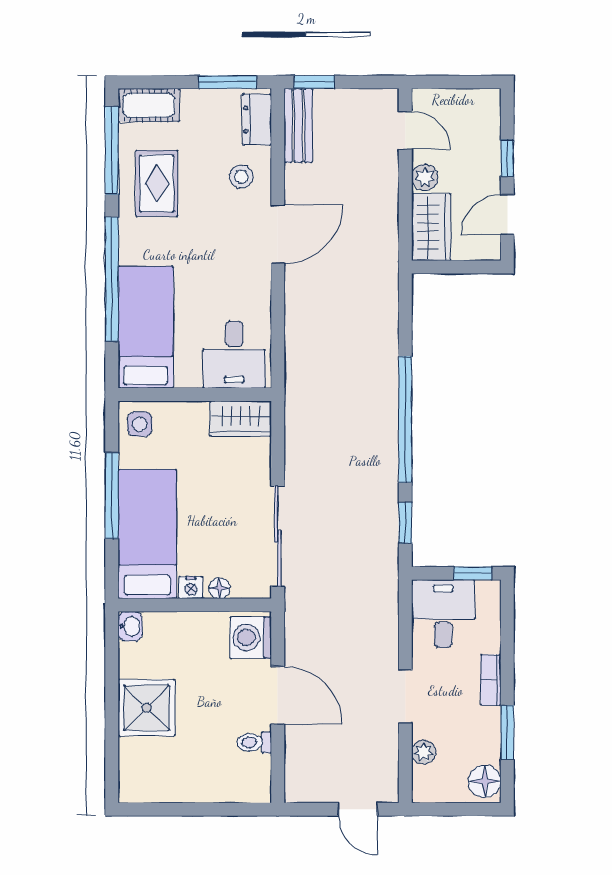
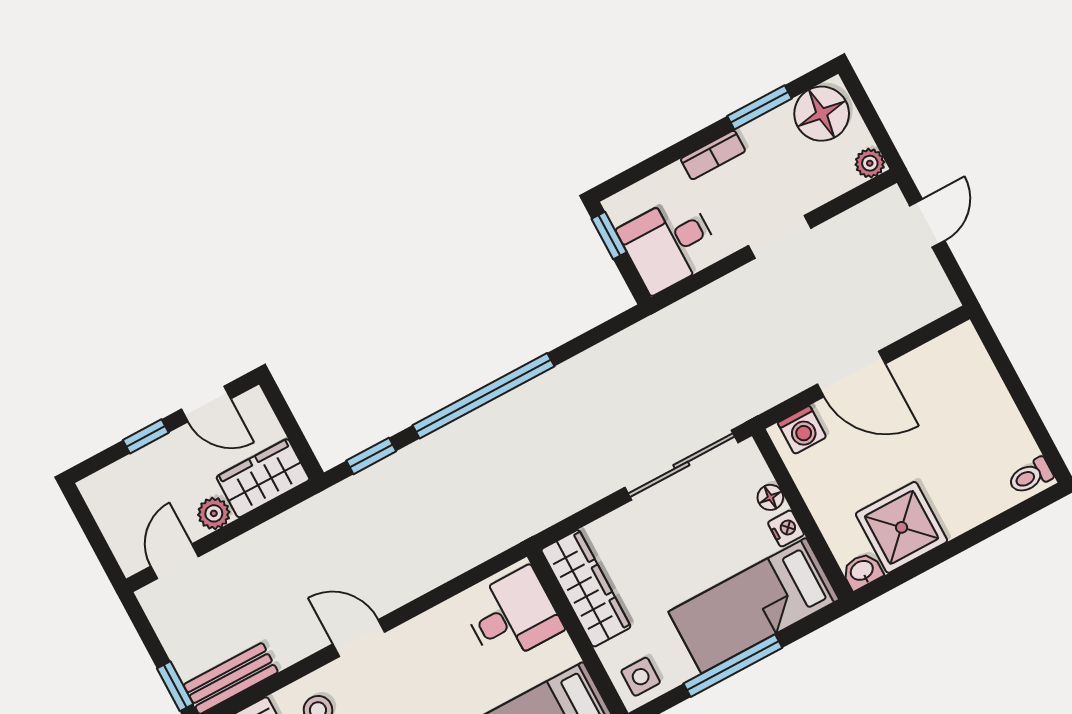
door: (278, 234) -> (359, 638), width x0.73
wardrobe: (241, 419) -> (586, 588), width x1.50
window: (405, 523) -> (371, 456), moved
washing machine: (251, 638) -> (802, 430), width x0.73, depth x0.73
door: (278, 695) -> (851, 374), swing flipped
shower: (147, 708) -> (902, 527), moved
toilet: (254, 743) -> (1030, 476), moved, turned 90
plant: (424, 752) -> (870, 163), moved
floor lamp: (485, 781) -> (822, 114), width x1.38, depth x1.38

